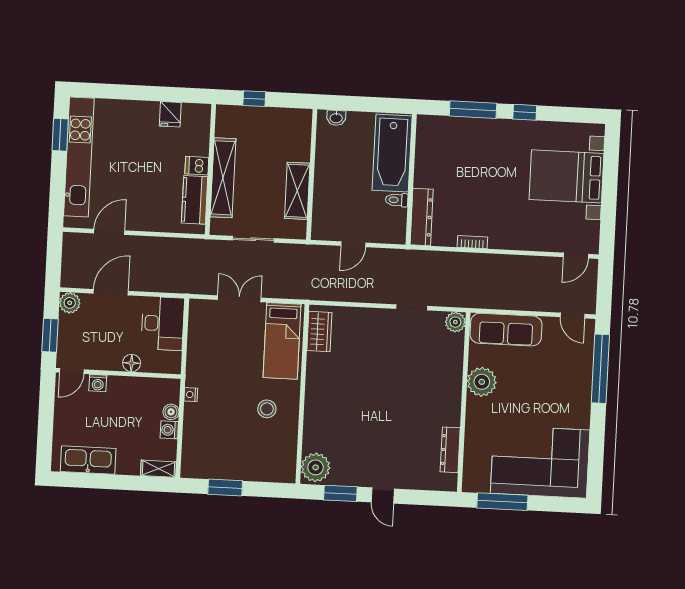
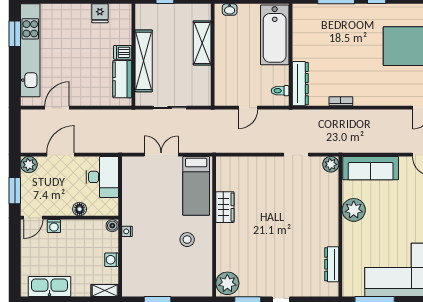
shelving: (297, 191) -> (202, 43), moved
toilet: (397, 200) -> (280, 91), moved
wardrobe: (319, 332) -> (225, 207), moved
boiler: (171, 412) -> (112, 226), moved

